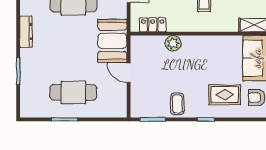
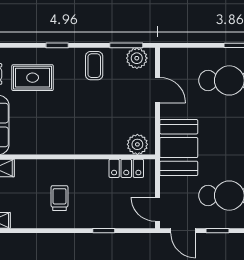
plant: (173, 43) -> (137, 144), moved
door: (129, 73) -> (158, 90), moved
plant: (145, 110) -> (137, 58), added

